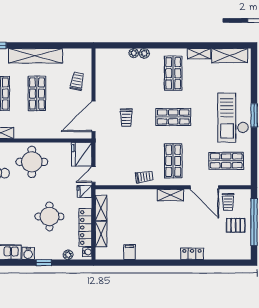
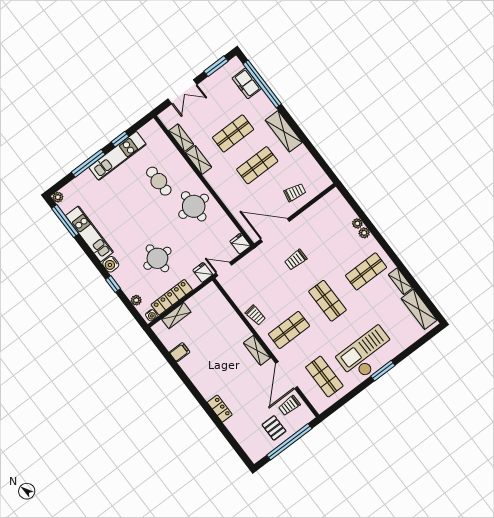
shelving: (35, 56) -> (284, 131), width x0.68
fridge: (82, 154) -> (240, 244), width x0.53, depth x0.75
shelving: (101, 208) -> (199, 298), removed

